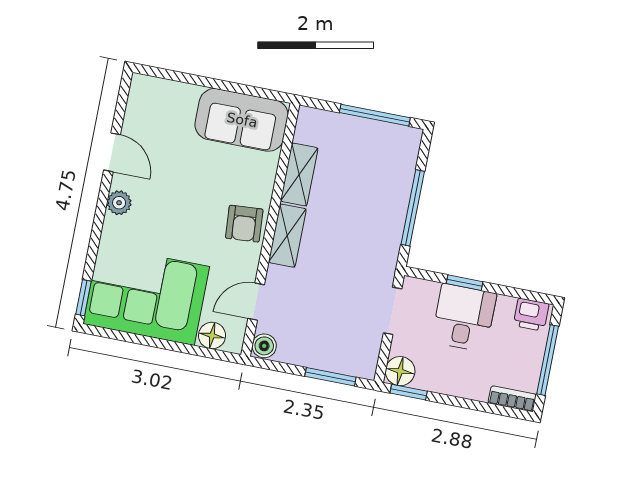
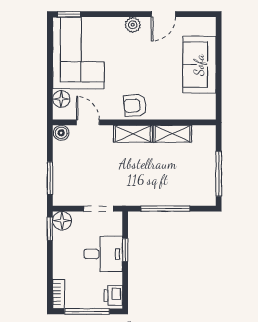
sofa: (242, 120) -> (199, 65), moved

